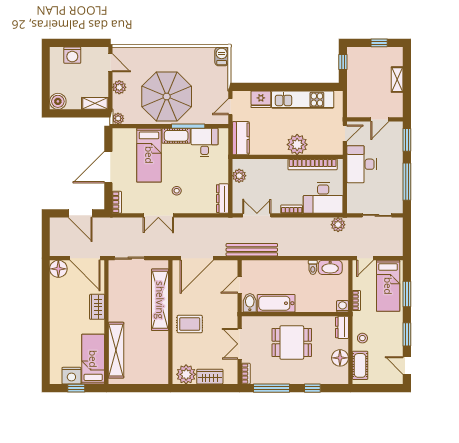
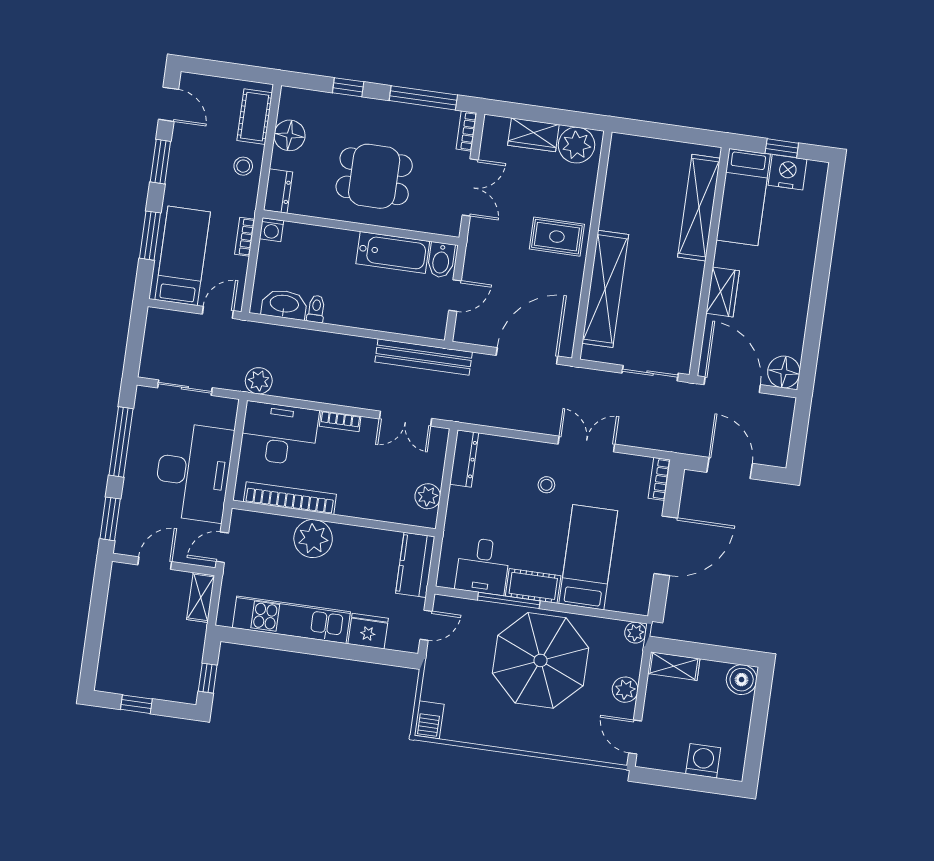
shelving: (397, 80) -> (201, 597), moved
desk: (362, 164) -> (193, 472), width x1.36, depth x1.30

